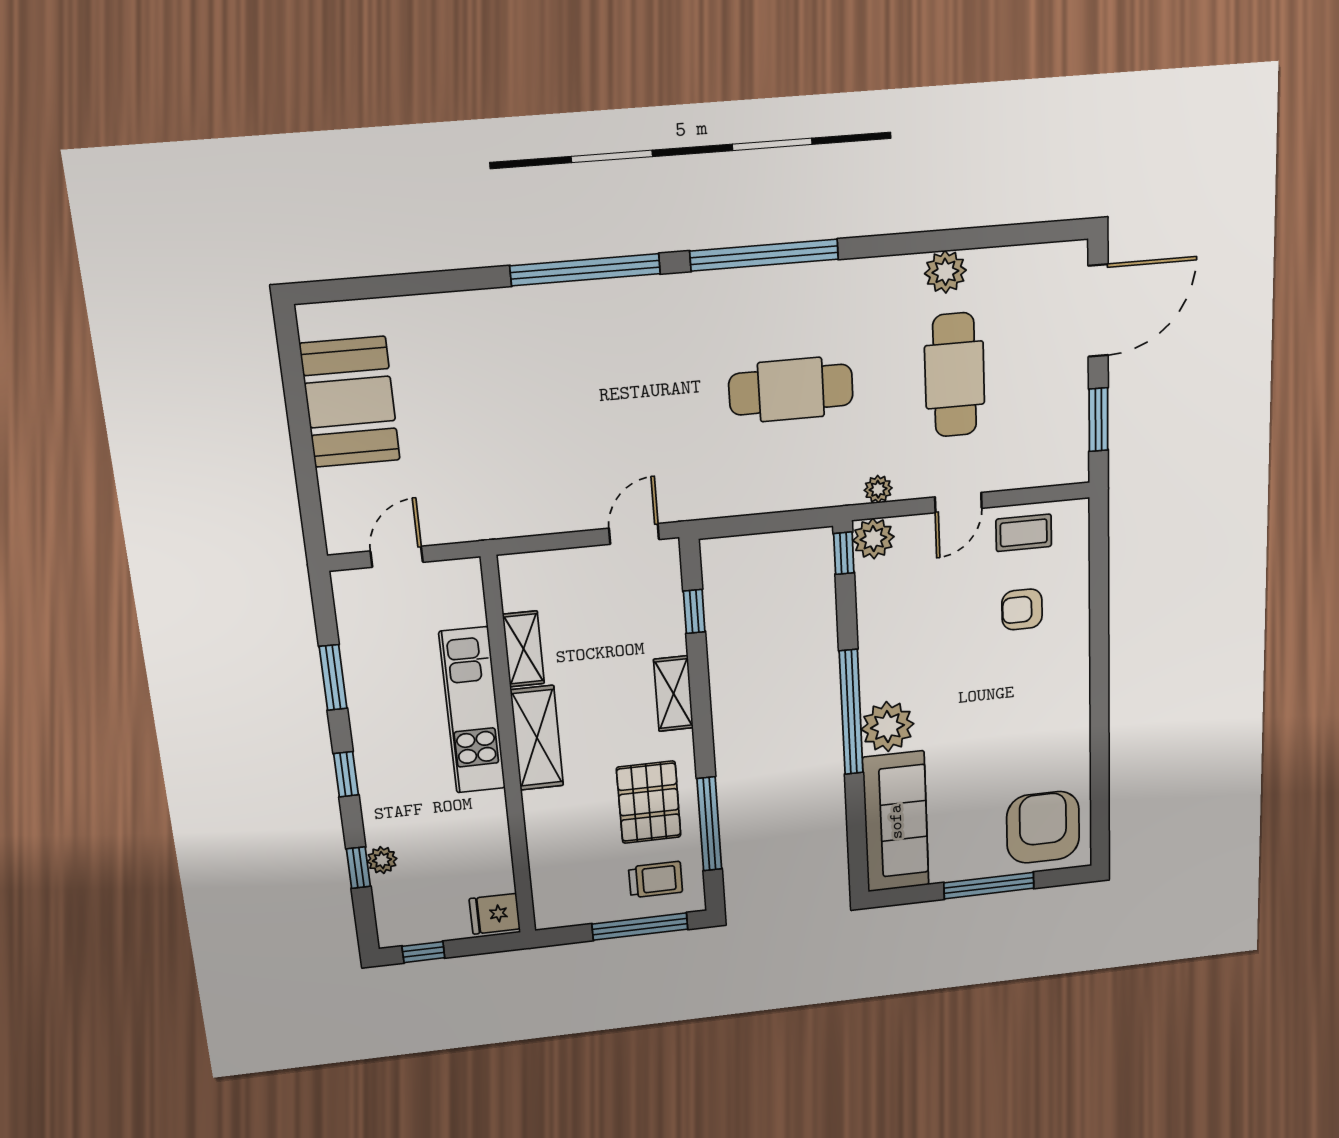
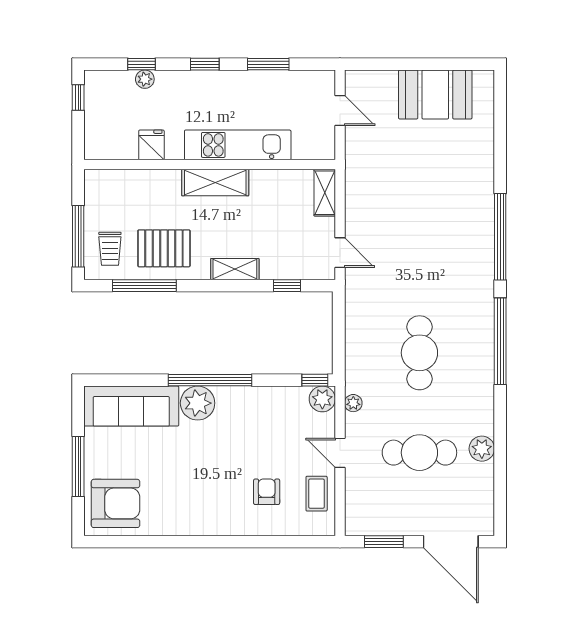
shelving: (523, 649) -> (325, 193), moved, turned 90
fridge: (495, 914) -> (151, 145), moved

